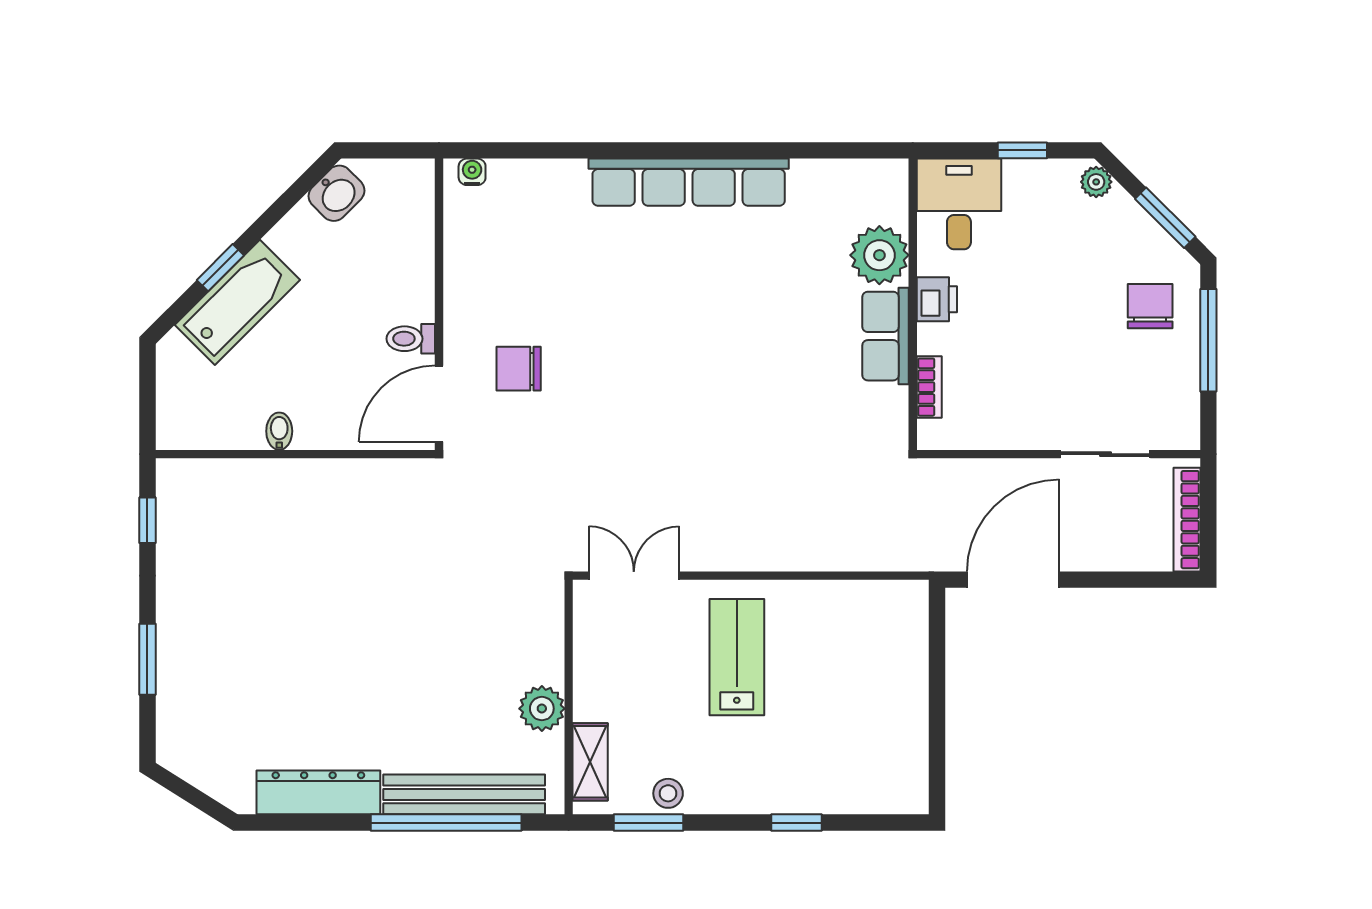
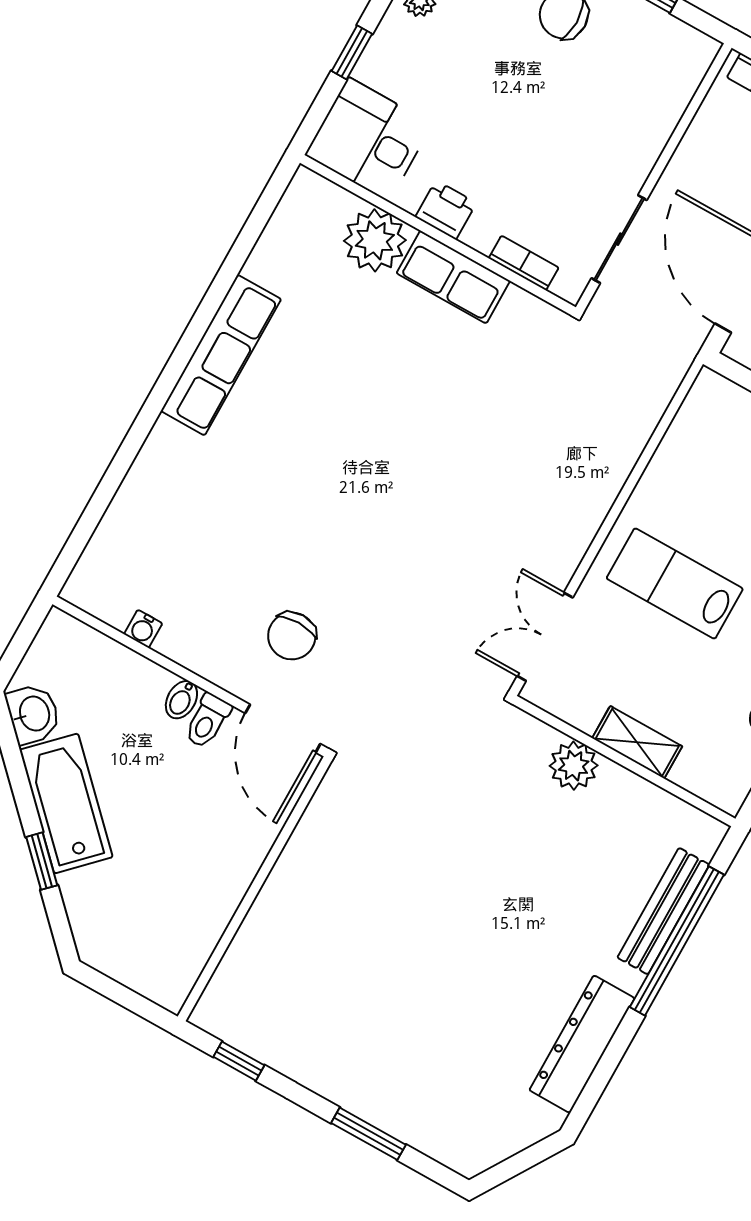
water cooler: (472, 172) -> (143, 629), moved, turned -90
row of seats: (689, 182) -> (221, 355), width x0.73
bathtub: (237, 302) -> (66, 803), moved
bidet: (279, 431) -> (181, 700), moved, turned -90
sliding door: (1105, 454) -> (619, 239), moved
plant: (542, 709) -> (574, 766), moved
shelving: (590, 762) -> (637, 742), moved
bench: (464, 794) -> (663, 911), width x0.73, depth x0.82

